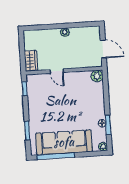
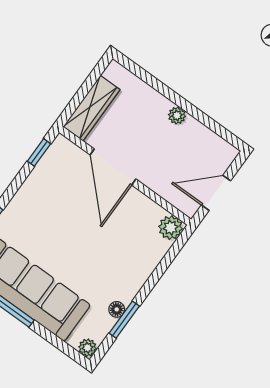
door: (103, 49) -> (216, 193), swing flipped
wardrobe: (31, 61) -> (92, 108), width x1.50
door: (57, 71) -> (113, 167), width x1.87

